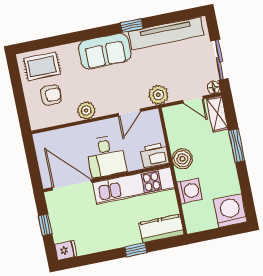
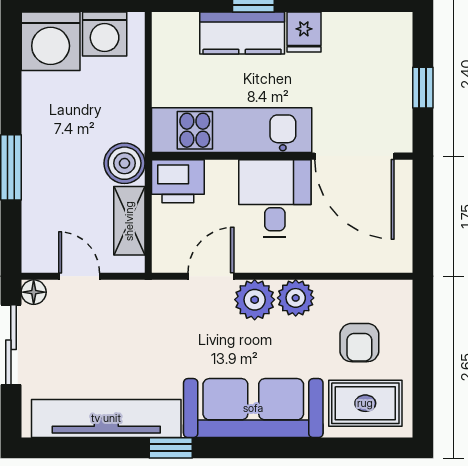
sofa: (105, 51) -> (253, 408), width x1.36
armchair: (51, 95) -> (359, 343), turned -90
plant: (158, 95) -> (255, 300), moved
shelving: (217, 114) -> (129, 221), moved
washing machine: (190, 191) -> (105, 34), moved, turned -90
kitchen counter: (161, 229) -> (242, 33), moved
fridge: (66, 250) -> (304, 32), moved, turned -90

